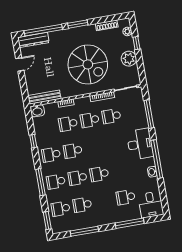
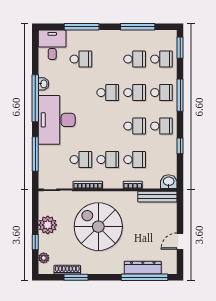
window: (78, 24) -> (76, 277), moved
dresser: (33, 40) -> (143, 268), moved
desk: (140, 144) -> (57, 120), width x1.36, depth x1.30

